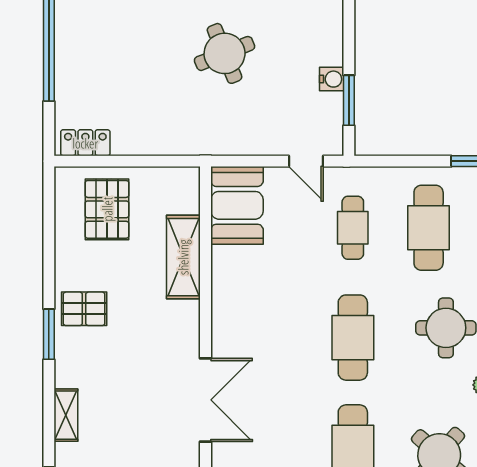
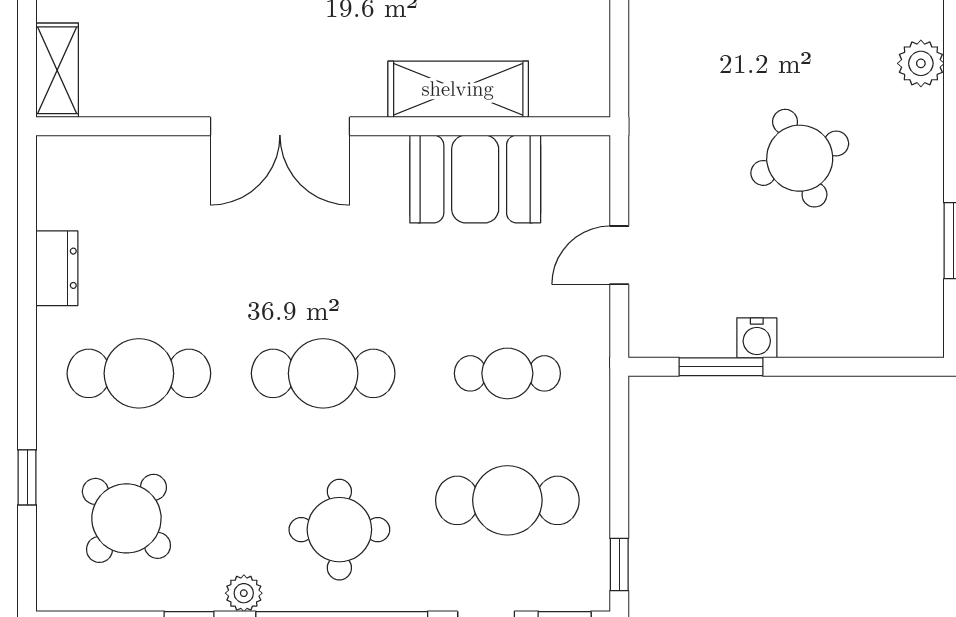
door: (306, 161) -> (619, 255), moved
booth: (237, 205) -> (475, 179), moved
double door: (205, 400) -> (280, 126), moved

